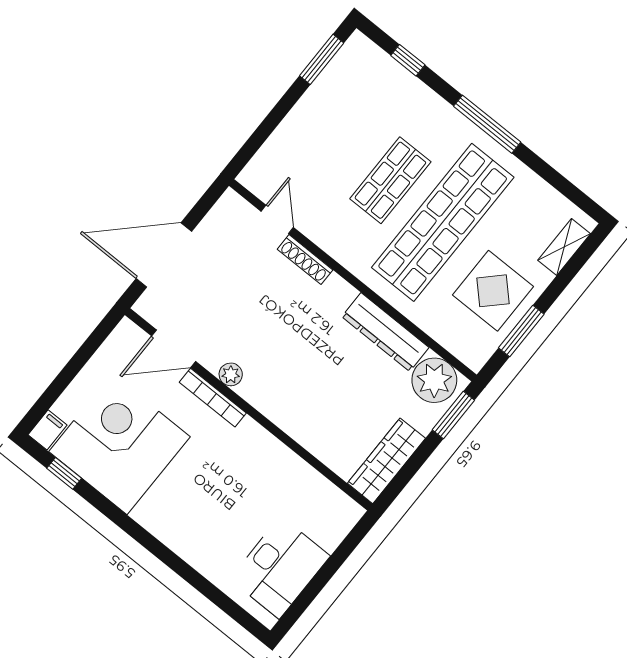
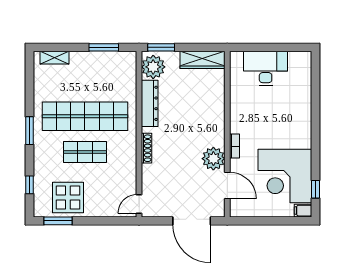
window: (487, 124) -> (29, 131), width x0.69
door: (277, 219) -> (139, 204), moved
shoe rack: (305, 260) -> (146, 148), moved
display table: (493, 291) -> (68, 197), moved
plant: (231, 374) -> (213, 159), width x1.87, depth x1.87
bookcase: (213, 398) -> (234, 146), width x0.64
desk: (280, 567) -> (266, 68), moved

